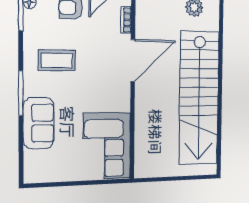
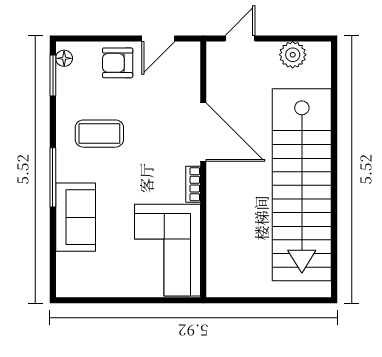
bookcase: (126, 20) -> (193, 184), moved
door: (133, 61) -> (203, 132), hinge flipped

